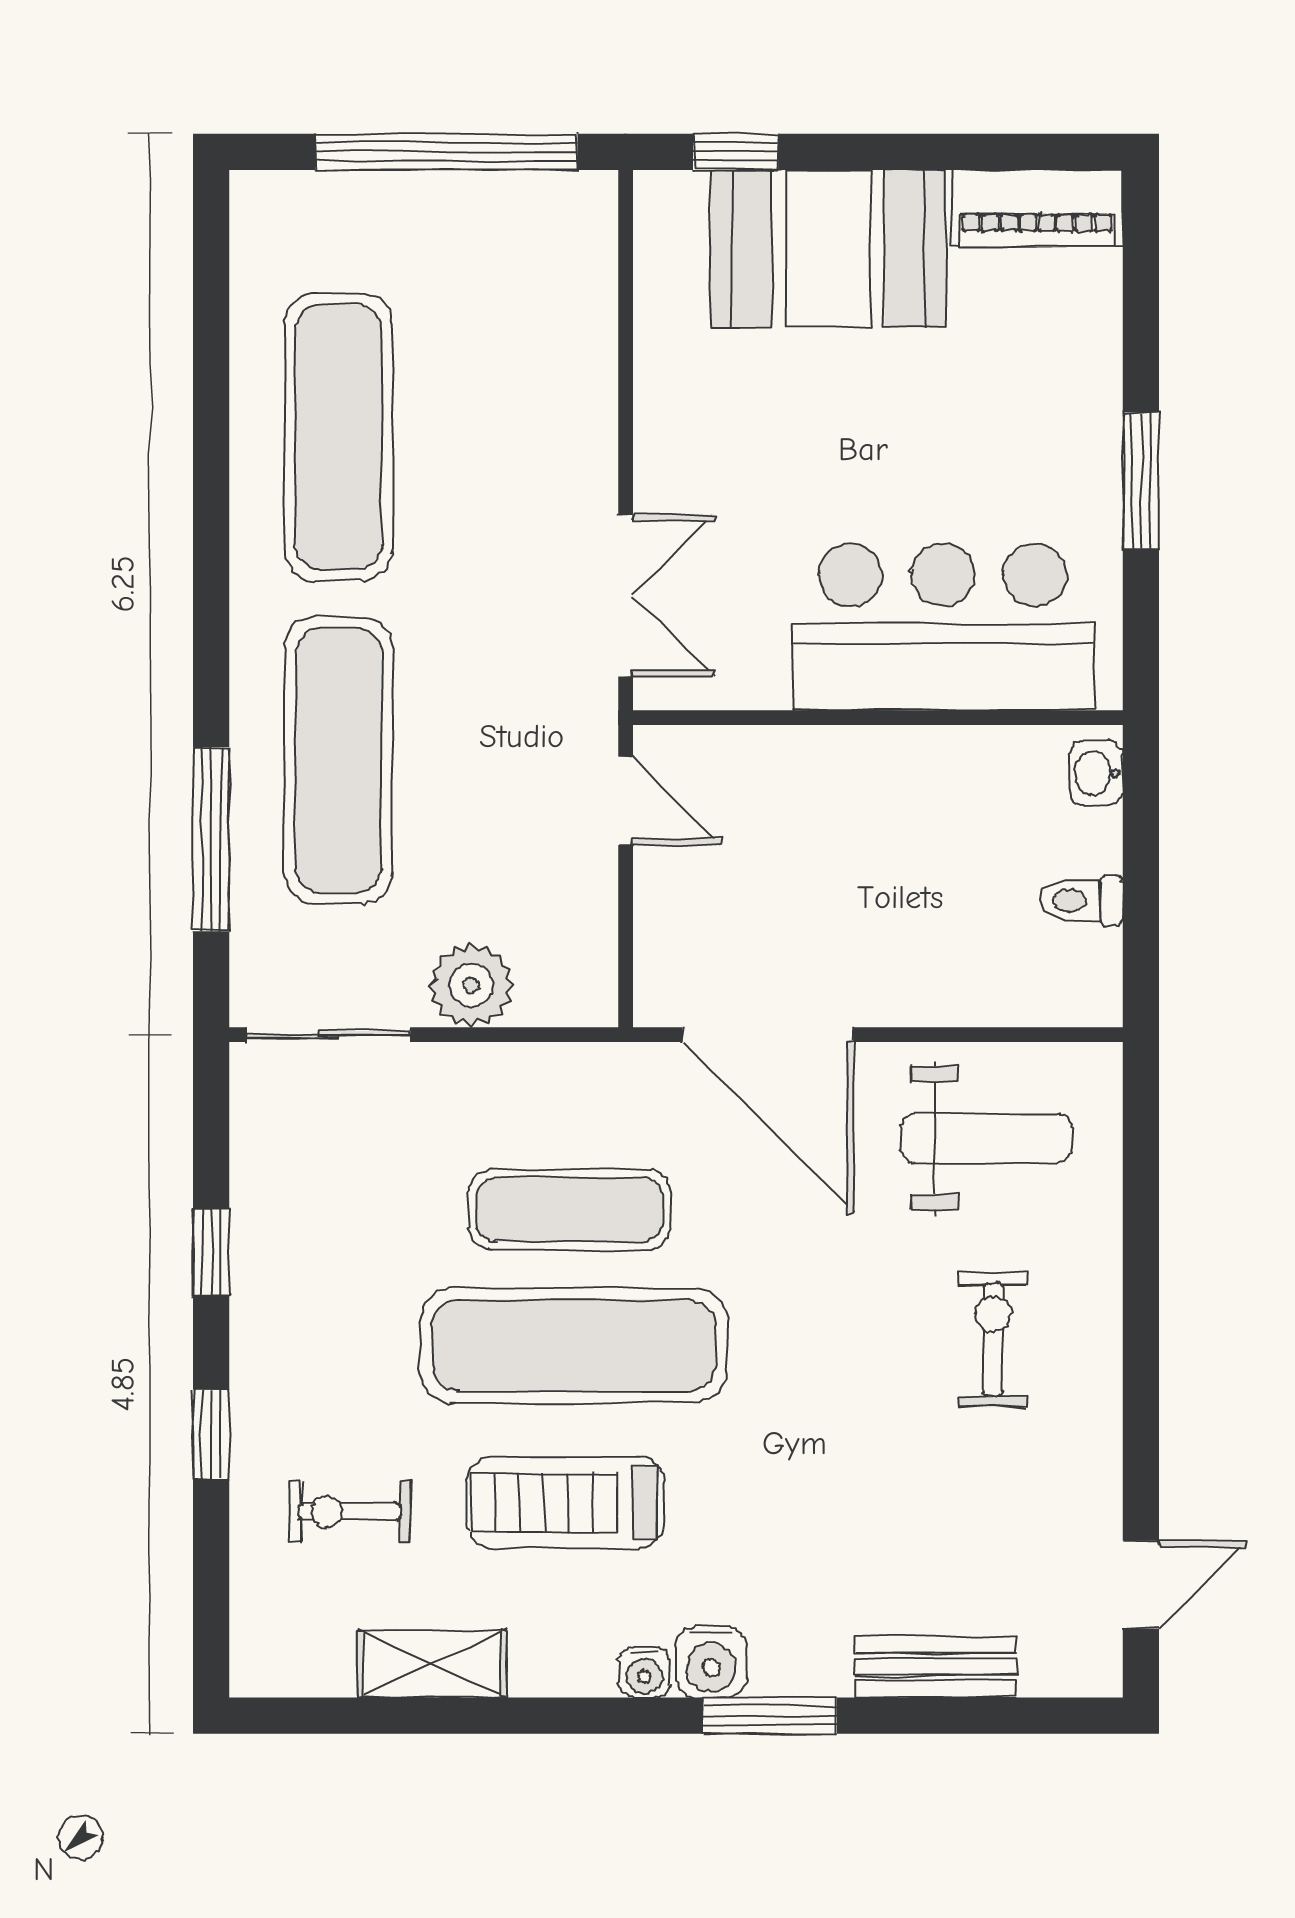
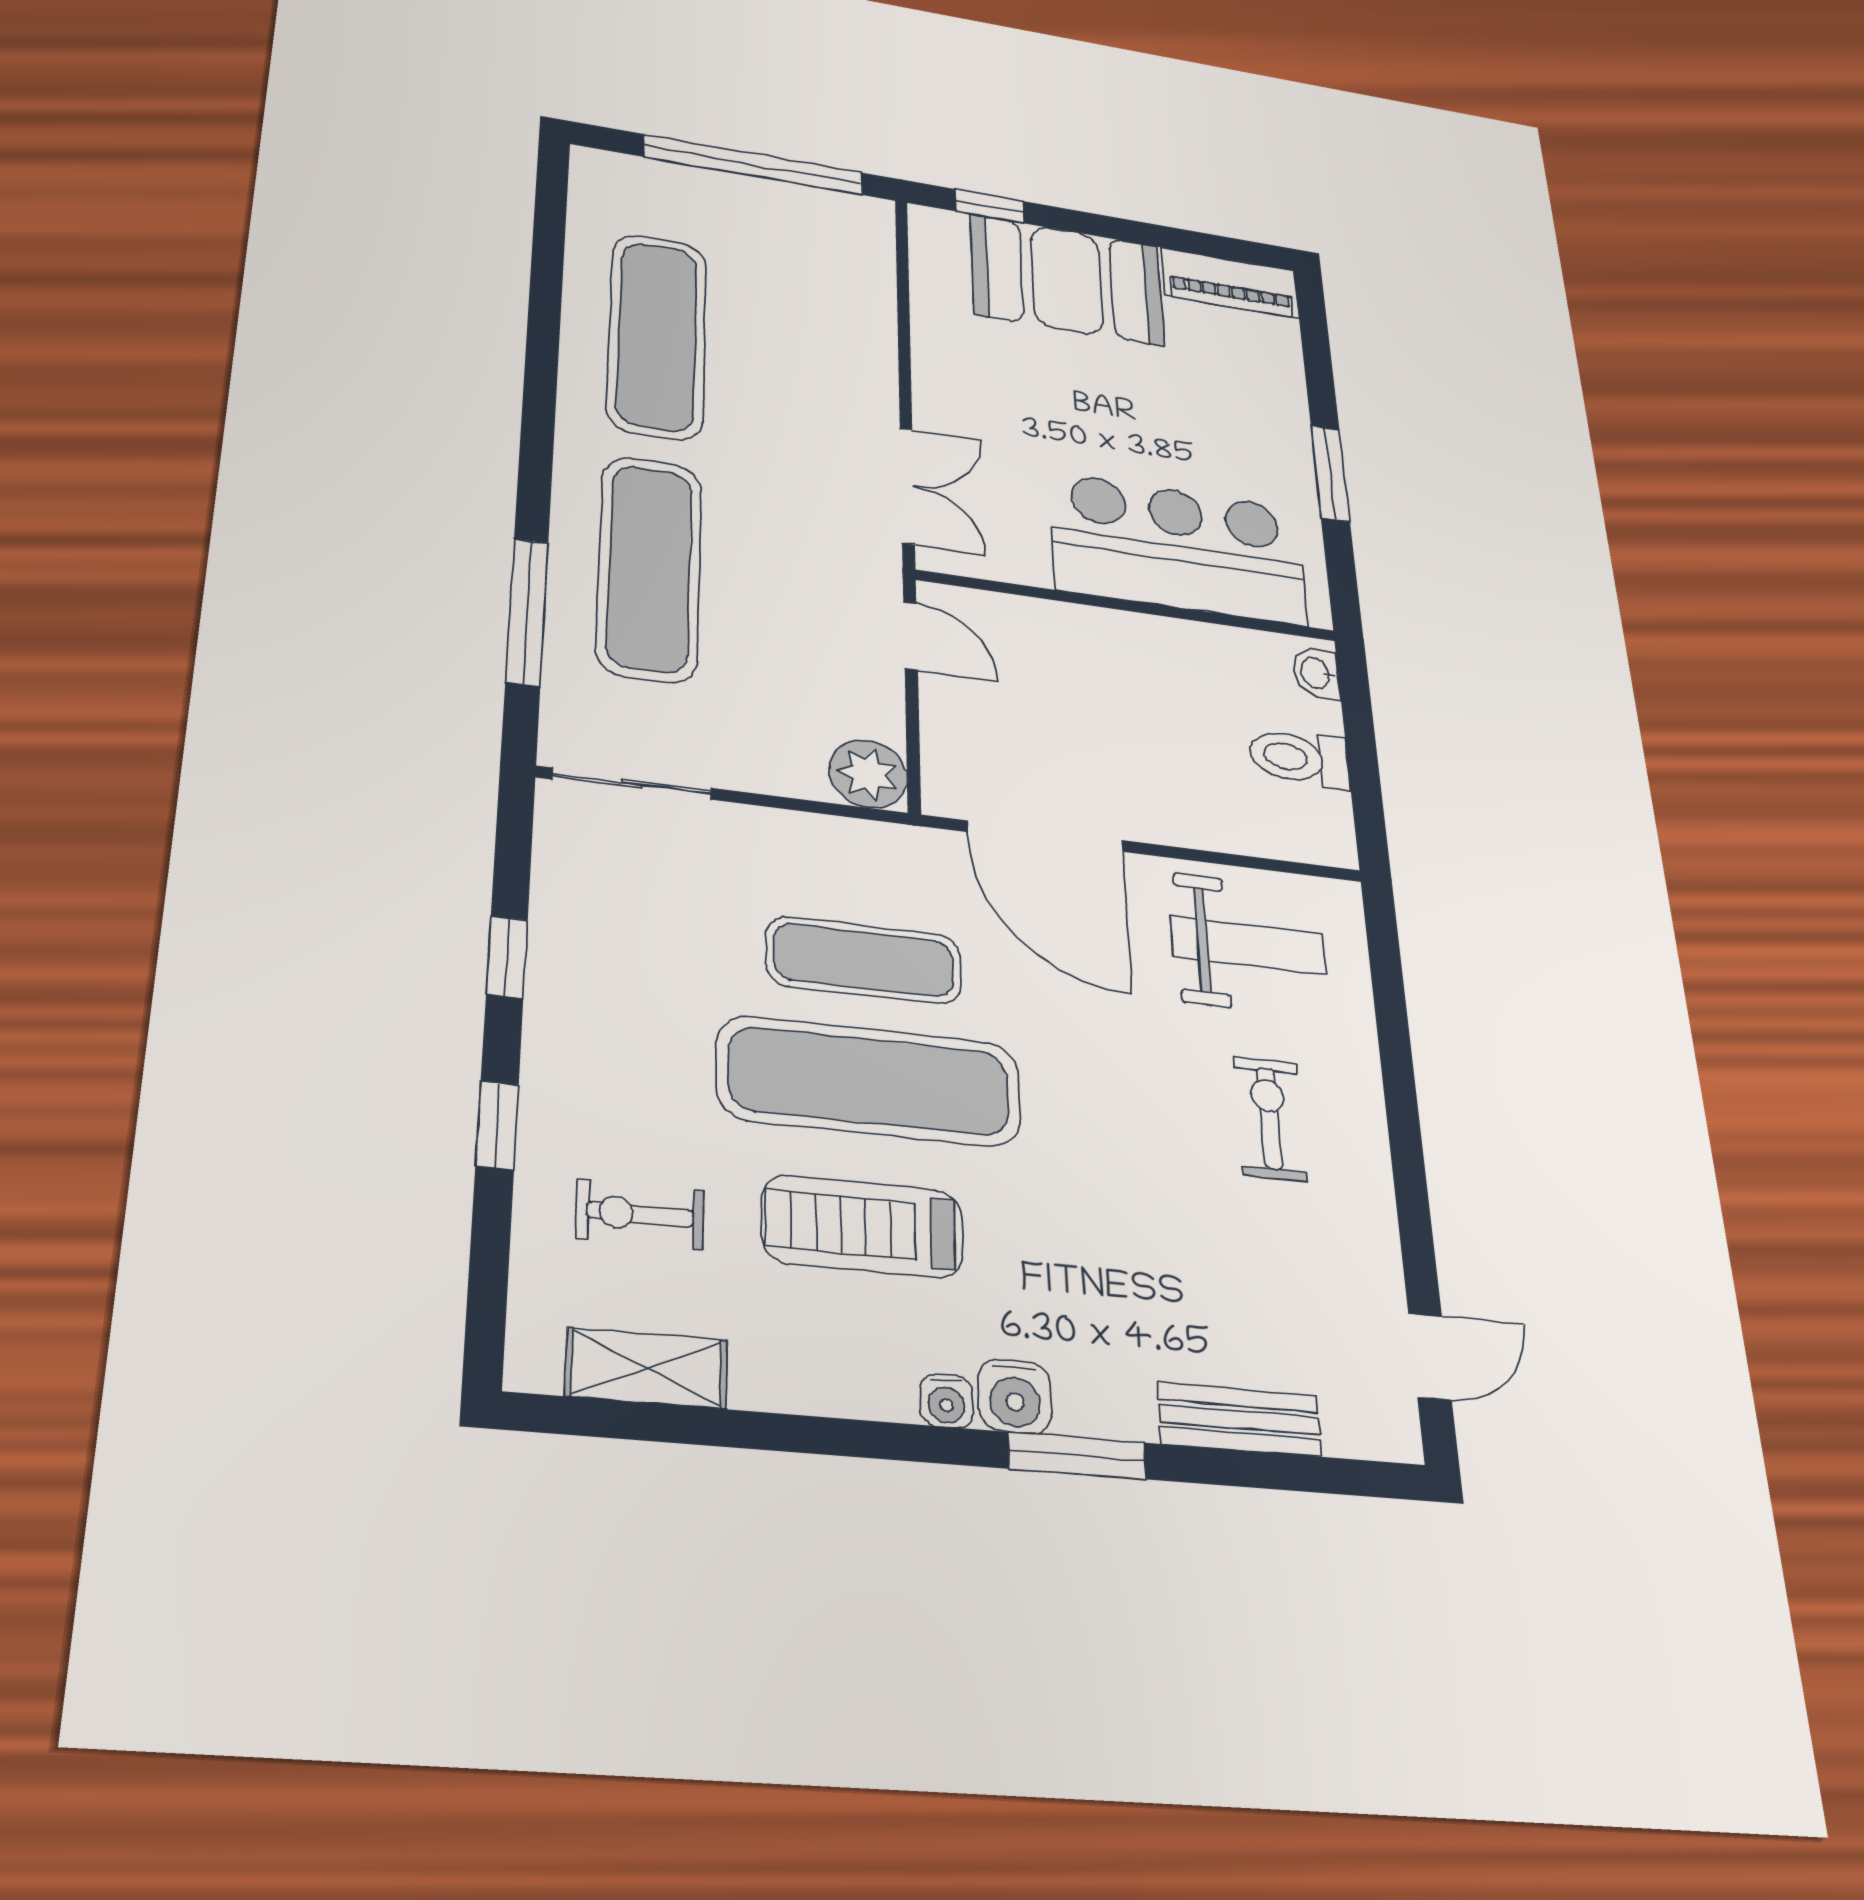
toilet: (1081, 901) -> (1299, 758), width x1.37, depth x1.39
plant: (471, 985) -> (868, 774), moved
shelving: (432, 1664) -> (647, 1368), moved

